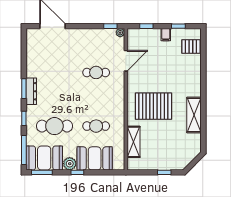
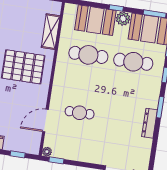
dresser: (31, 91) -> (150, 123), moved
cafe table: (96, 126) -> (88, 55), width x1.37, depth x1.35

